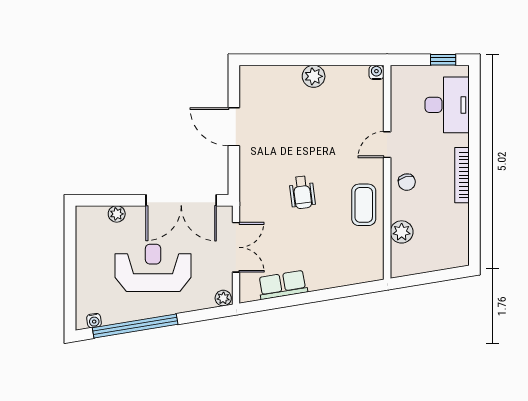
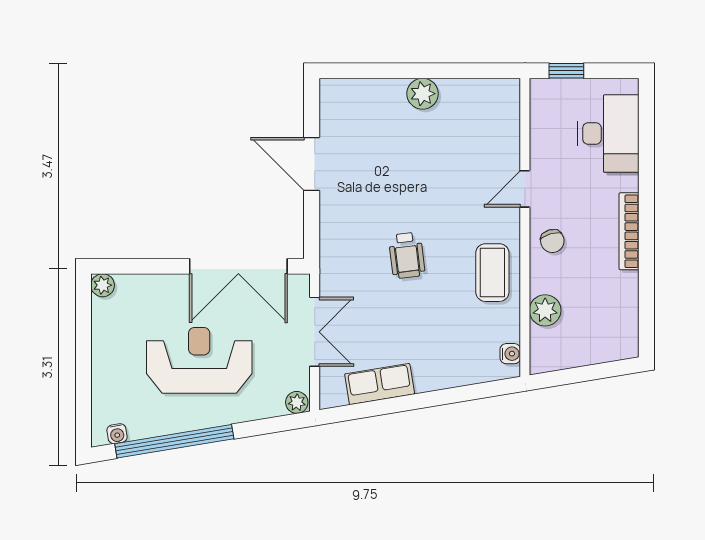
window: (443, 60) -> (566, 71), moved
water cooler: (376, 72) -> (510, 354), moved, turned 90
plant: (117, 214) -> (103, 285), moved

